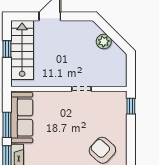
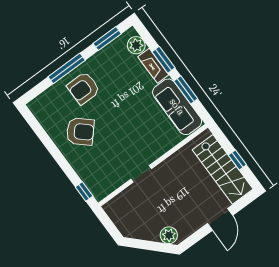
plant: (104, 42) -> (169, 235), moved

